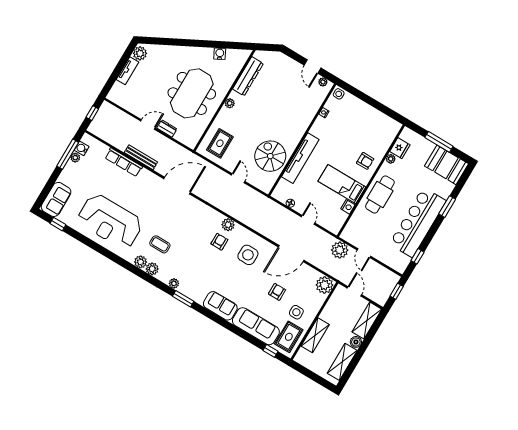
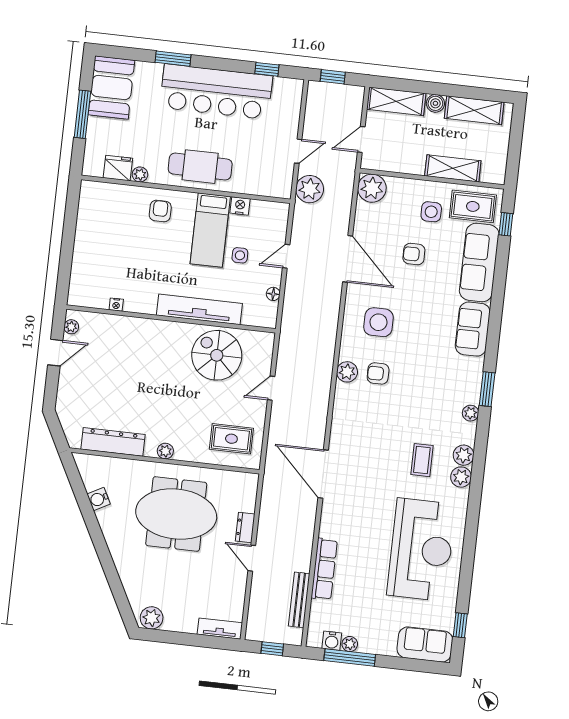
tv unit: (128, 71) -> (220, 629), moved
side table: (339, 94) -> (240, 255), moved
spiral stairs: (270, 156) -> (217, 355), turned 90
bench: (141, 157) -> (299, 600), moved

